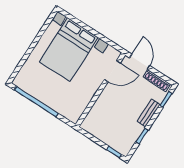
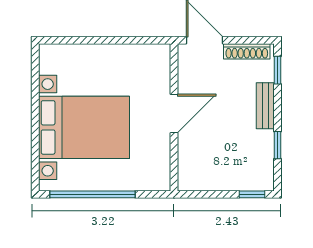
bed with nightstands: (69, 50) -> (84, 127), moved, turned -90
door: (112, 71) -> (174, 114), moved

